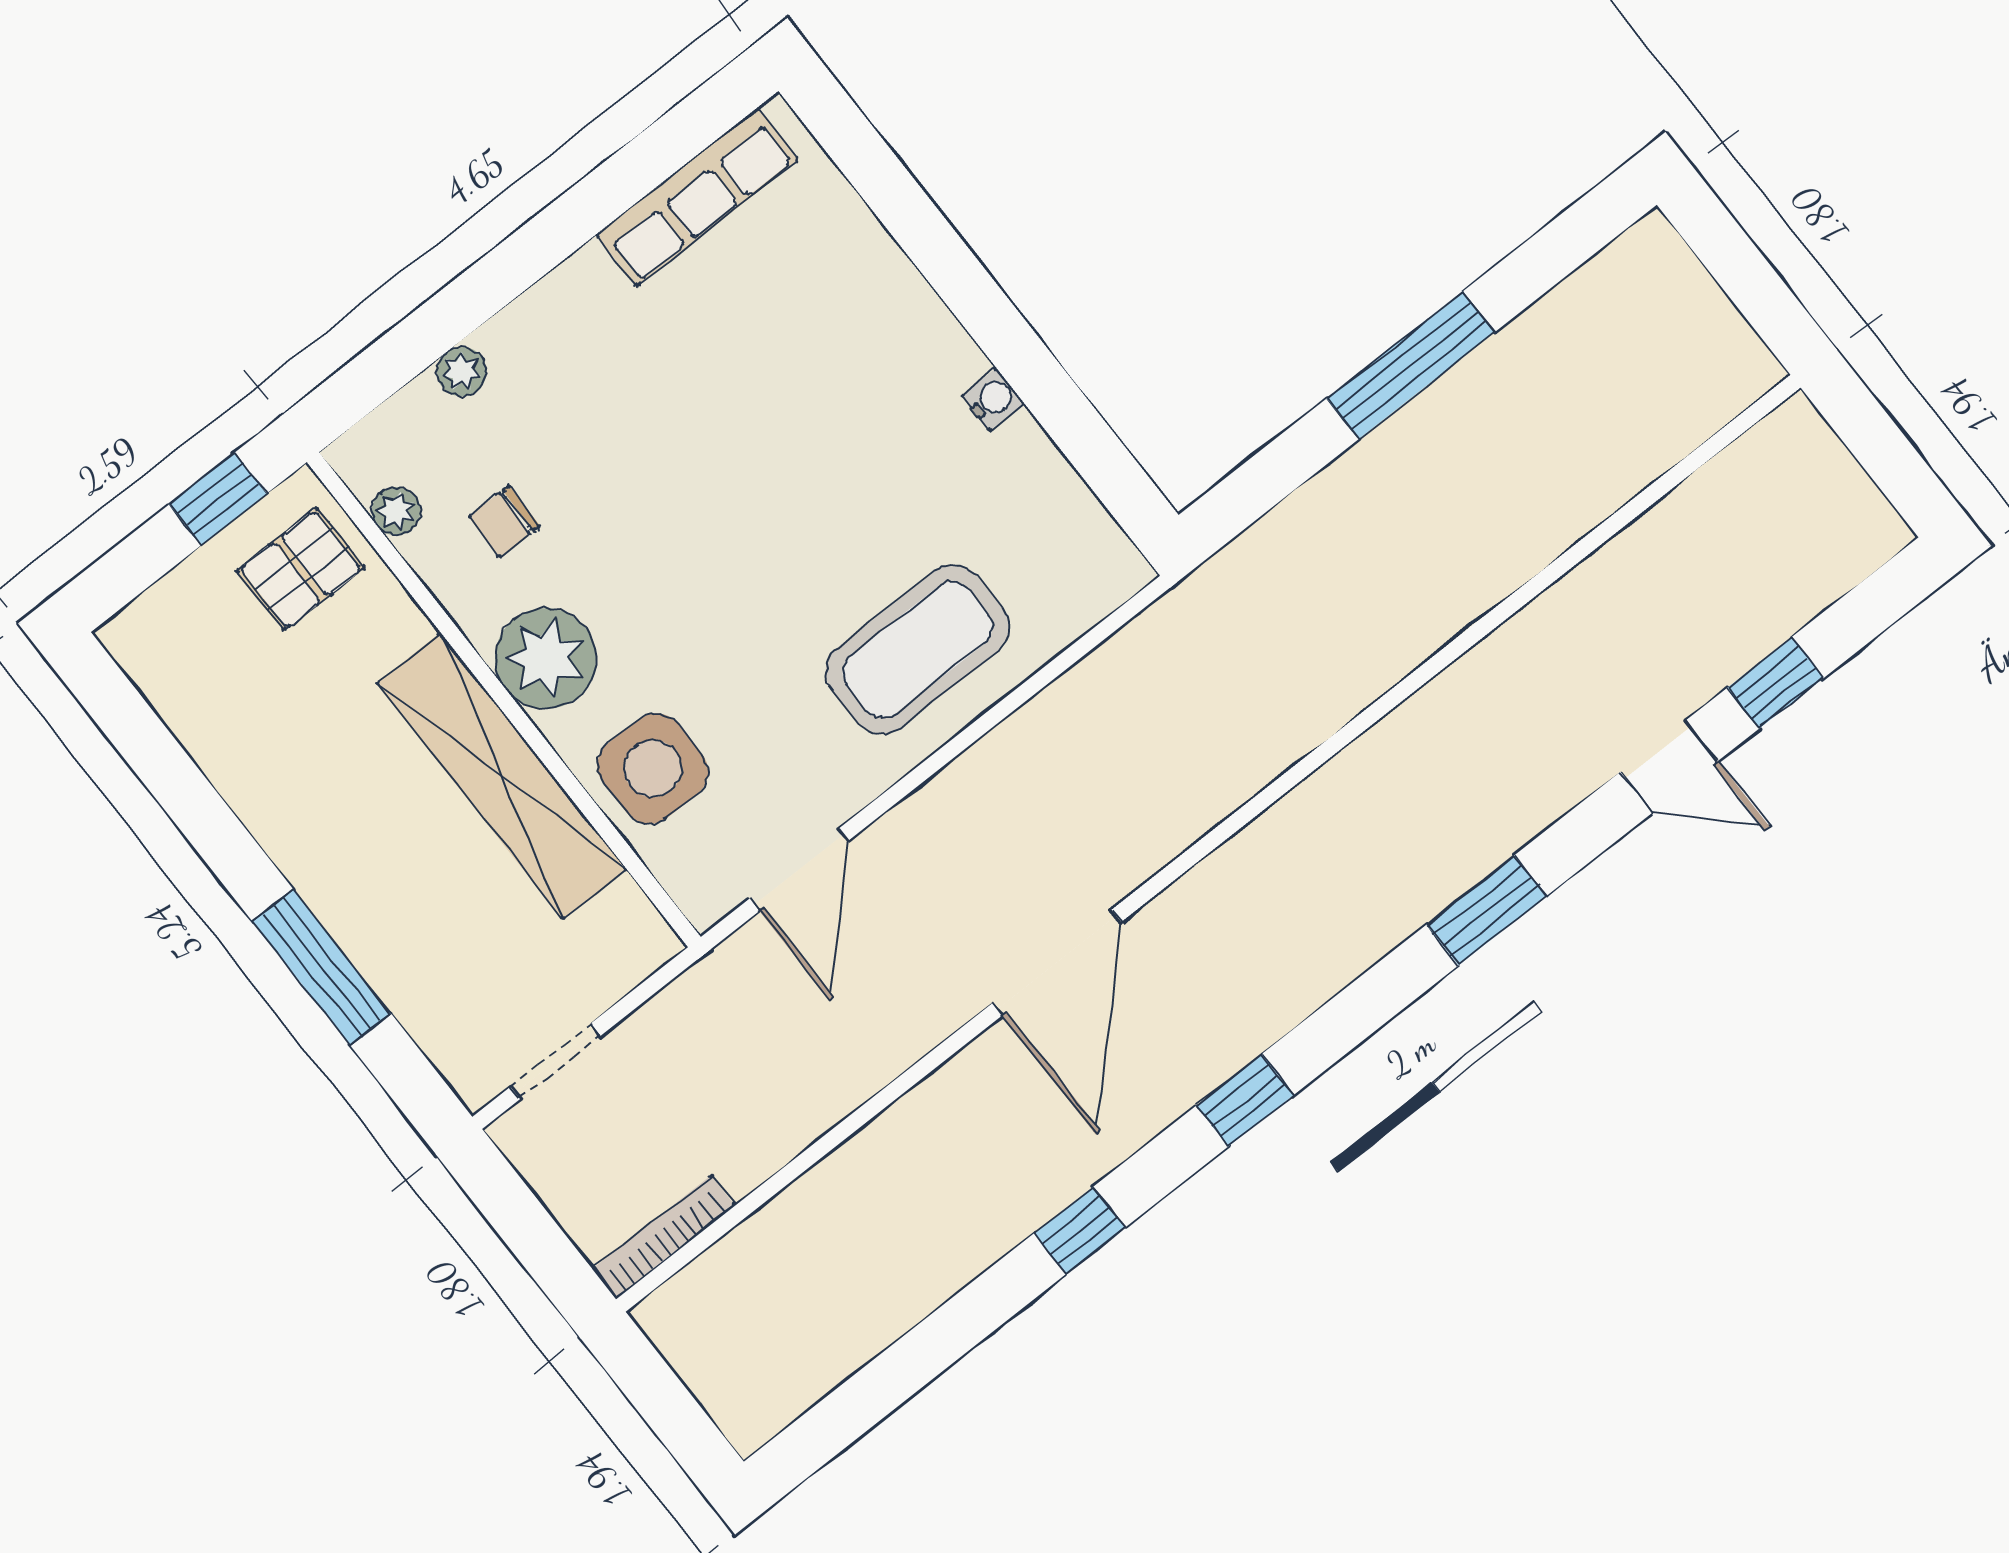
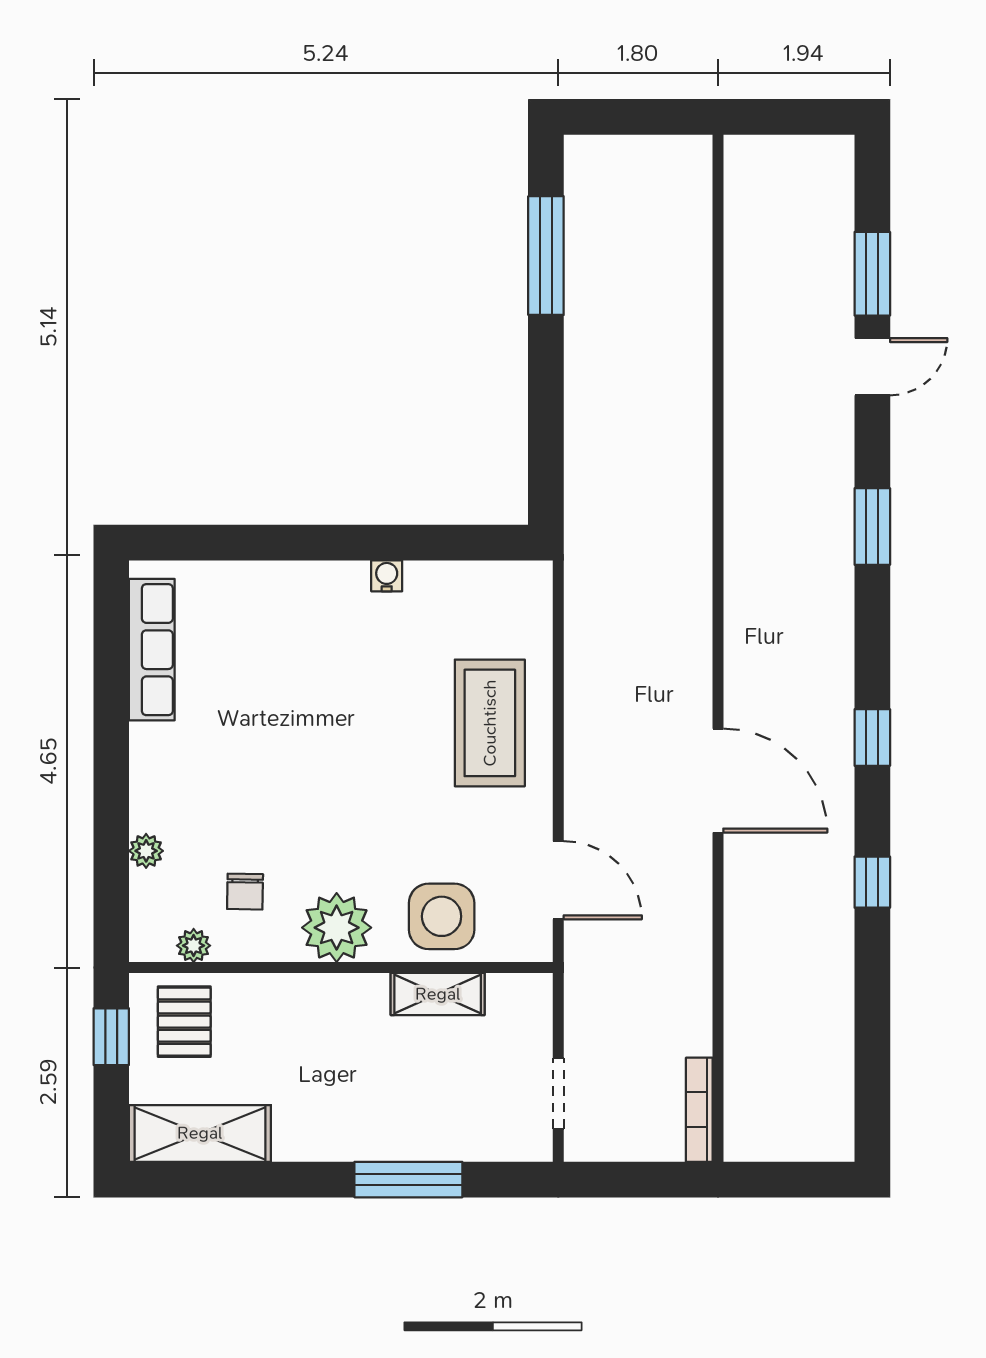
window: (1411, 365) -> (546, 256), moved
window: (1775, 683) -> (872, 274), width x1.50
shelving: (187, 688) -> (200, 1133), added
shelving: (502, 776) -> (438, 994), width x0.45, depth x0.75

